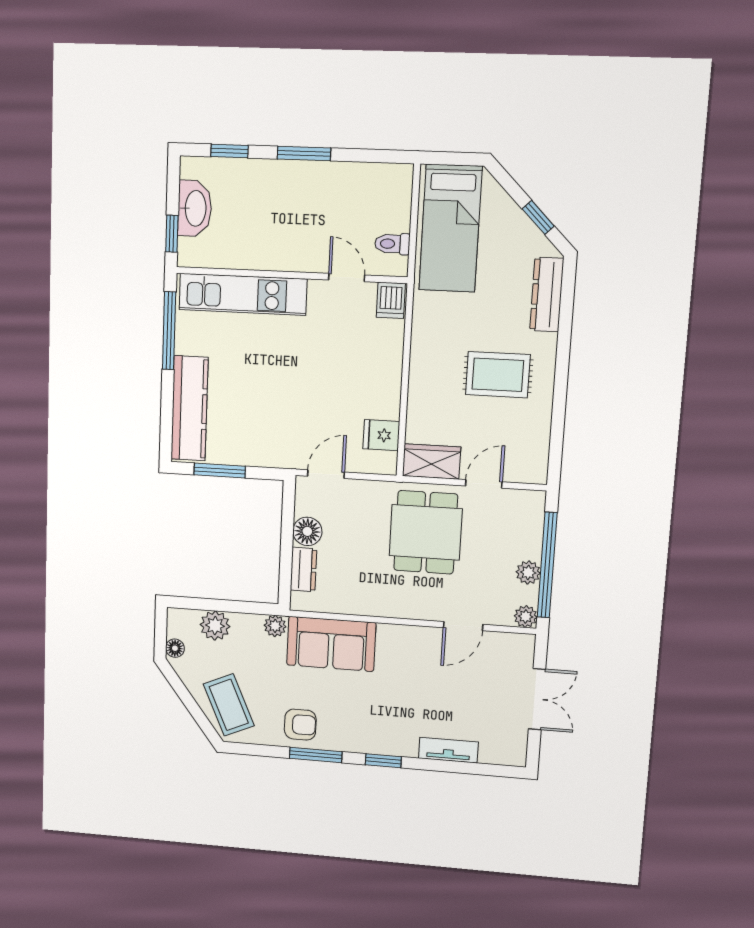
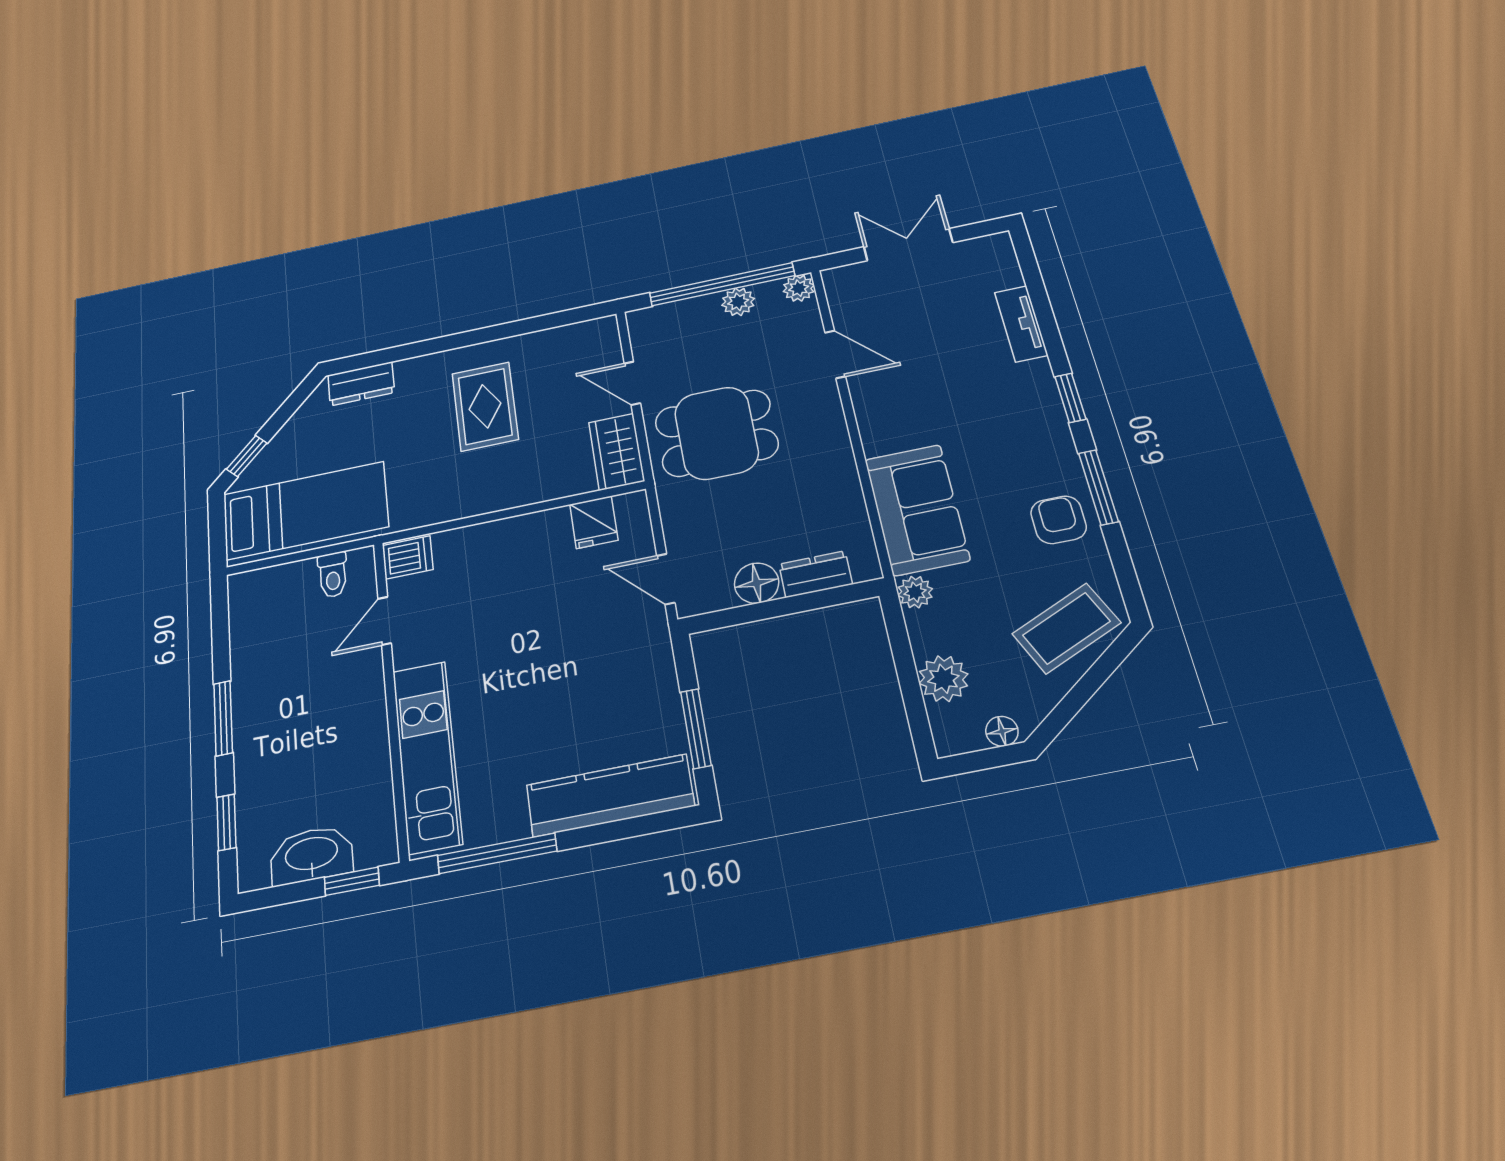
window: (538, 217) -> (247, 456), moved
dresser: (547, 295) -> (361, 384), width x0.70

